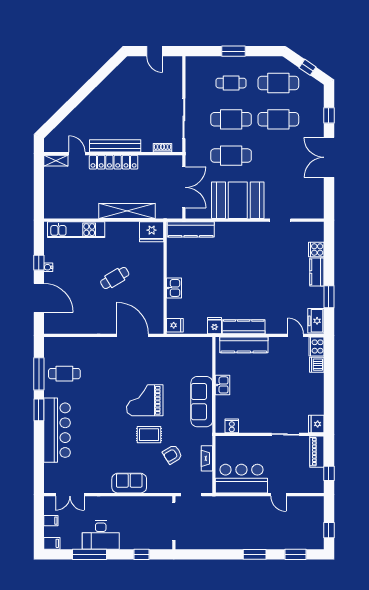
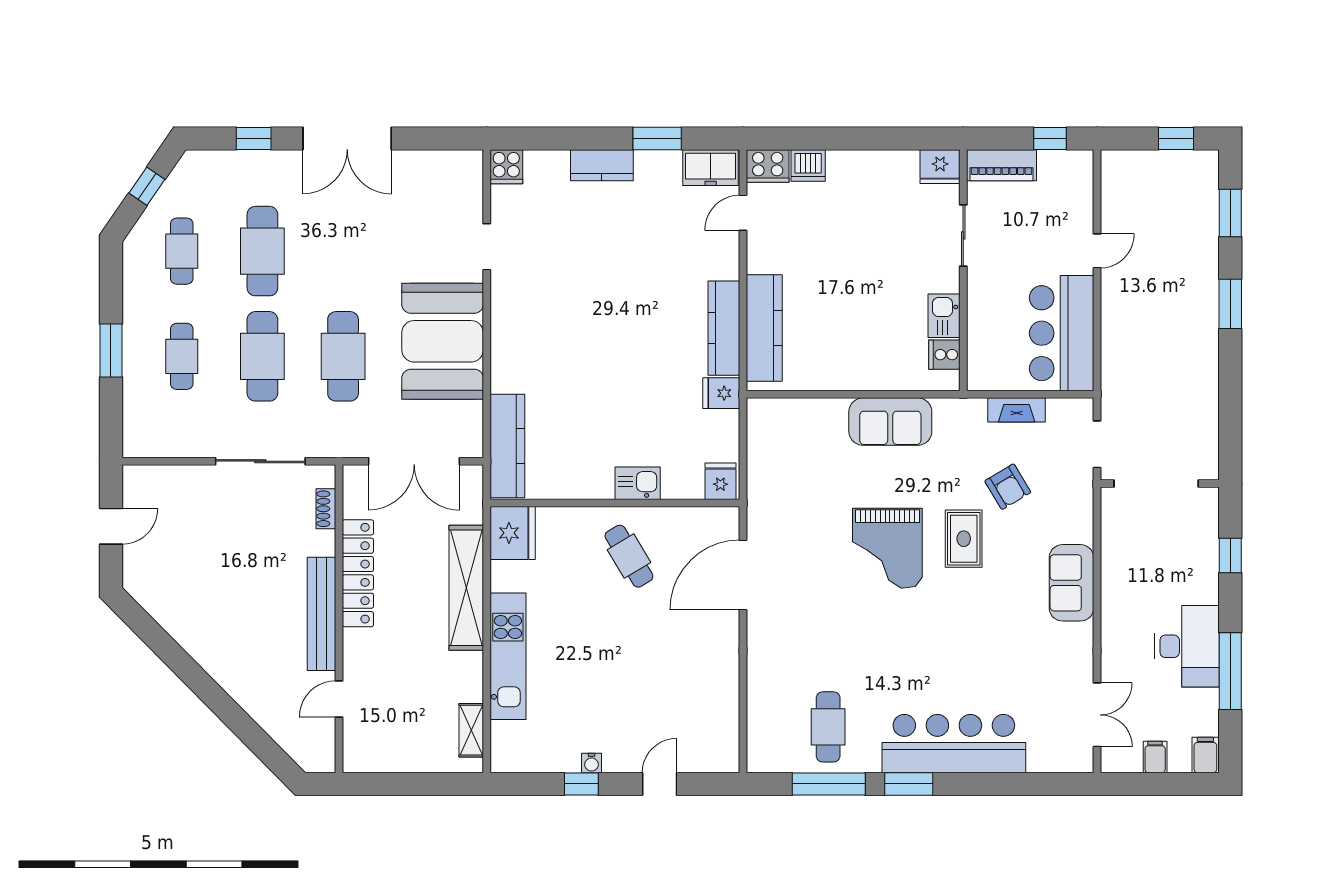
cafe table: (278, 83) -> (182, 251), width x0.73, depth x0.74
shelving: (56, 161) -> (471, 730), moved
locker: (114, 162) -> (358, 573), moved
double door: (184, 187) -> (414, 461), swing flipped
kitchen unit: (76, 230) -> (508, 656), moved
cooker: (316, 250) -> (506, 167), moved
cafe table: (115, 278) -> (629, 556), moved
door: (39, 298) -> (660, 784), width x0.53
kitchen sink: (223, 385) -> (944, 316), moved, turned -90
sofa: (202, 402) -> (890, 422), width x0.73

